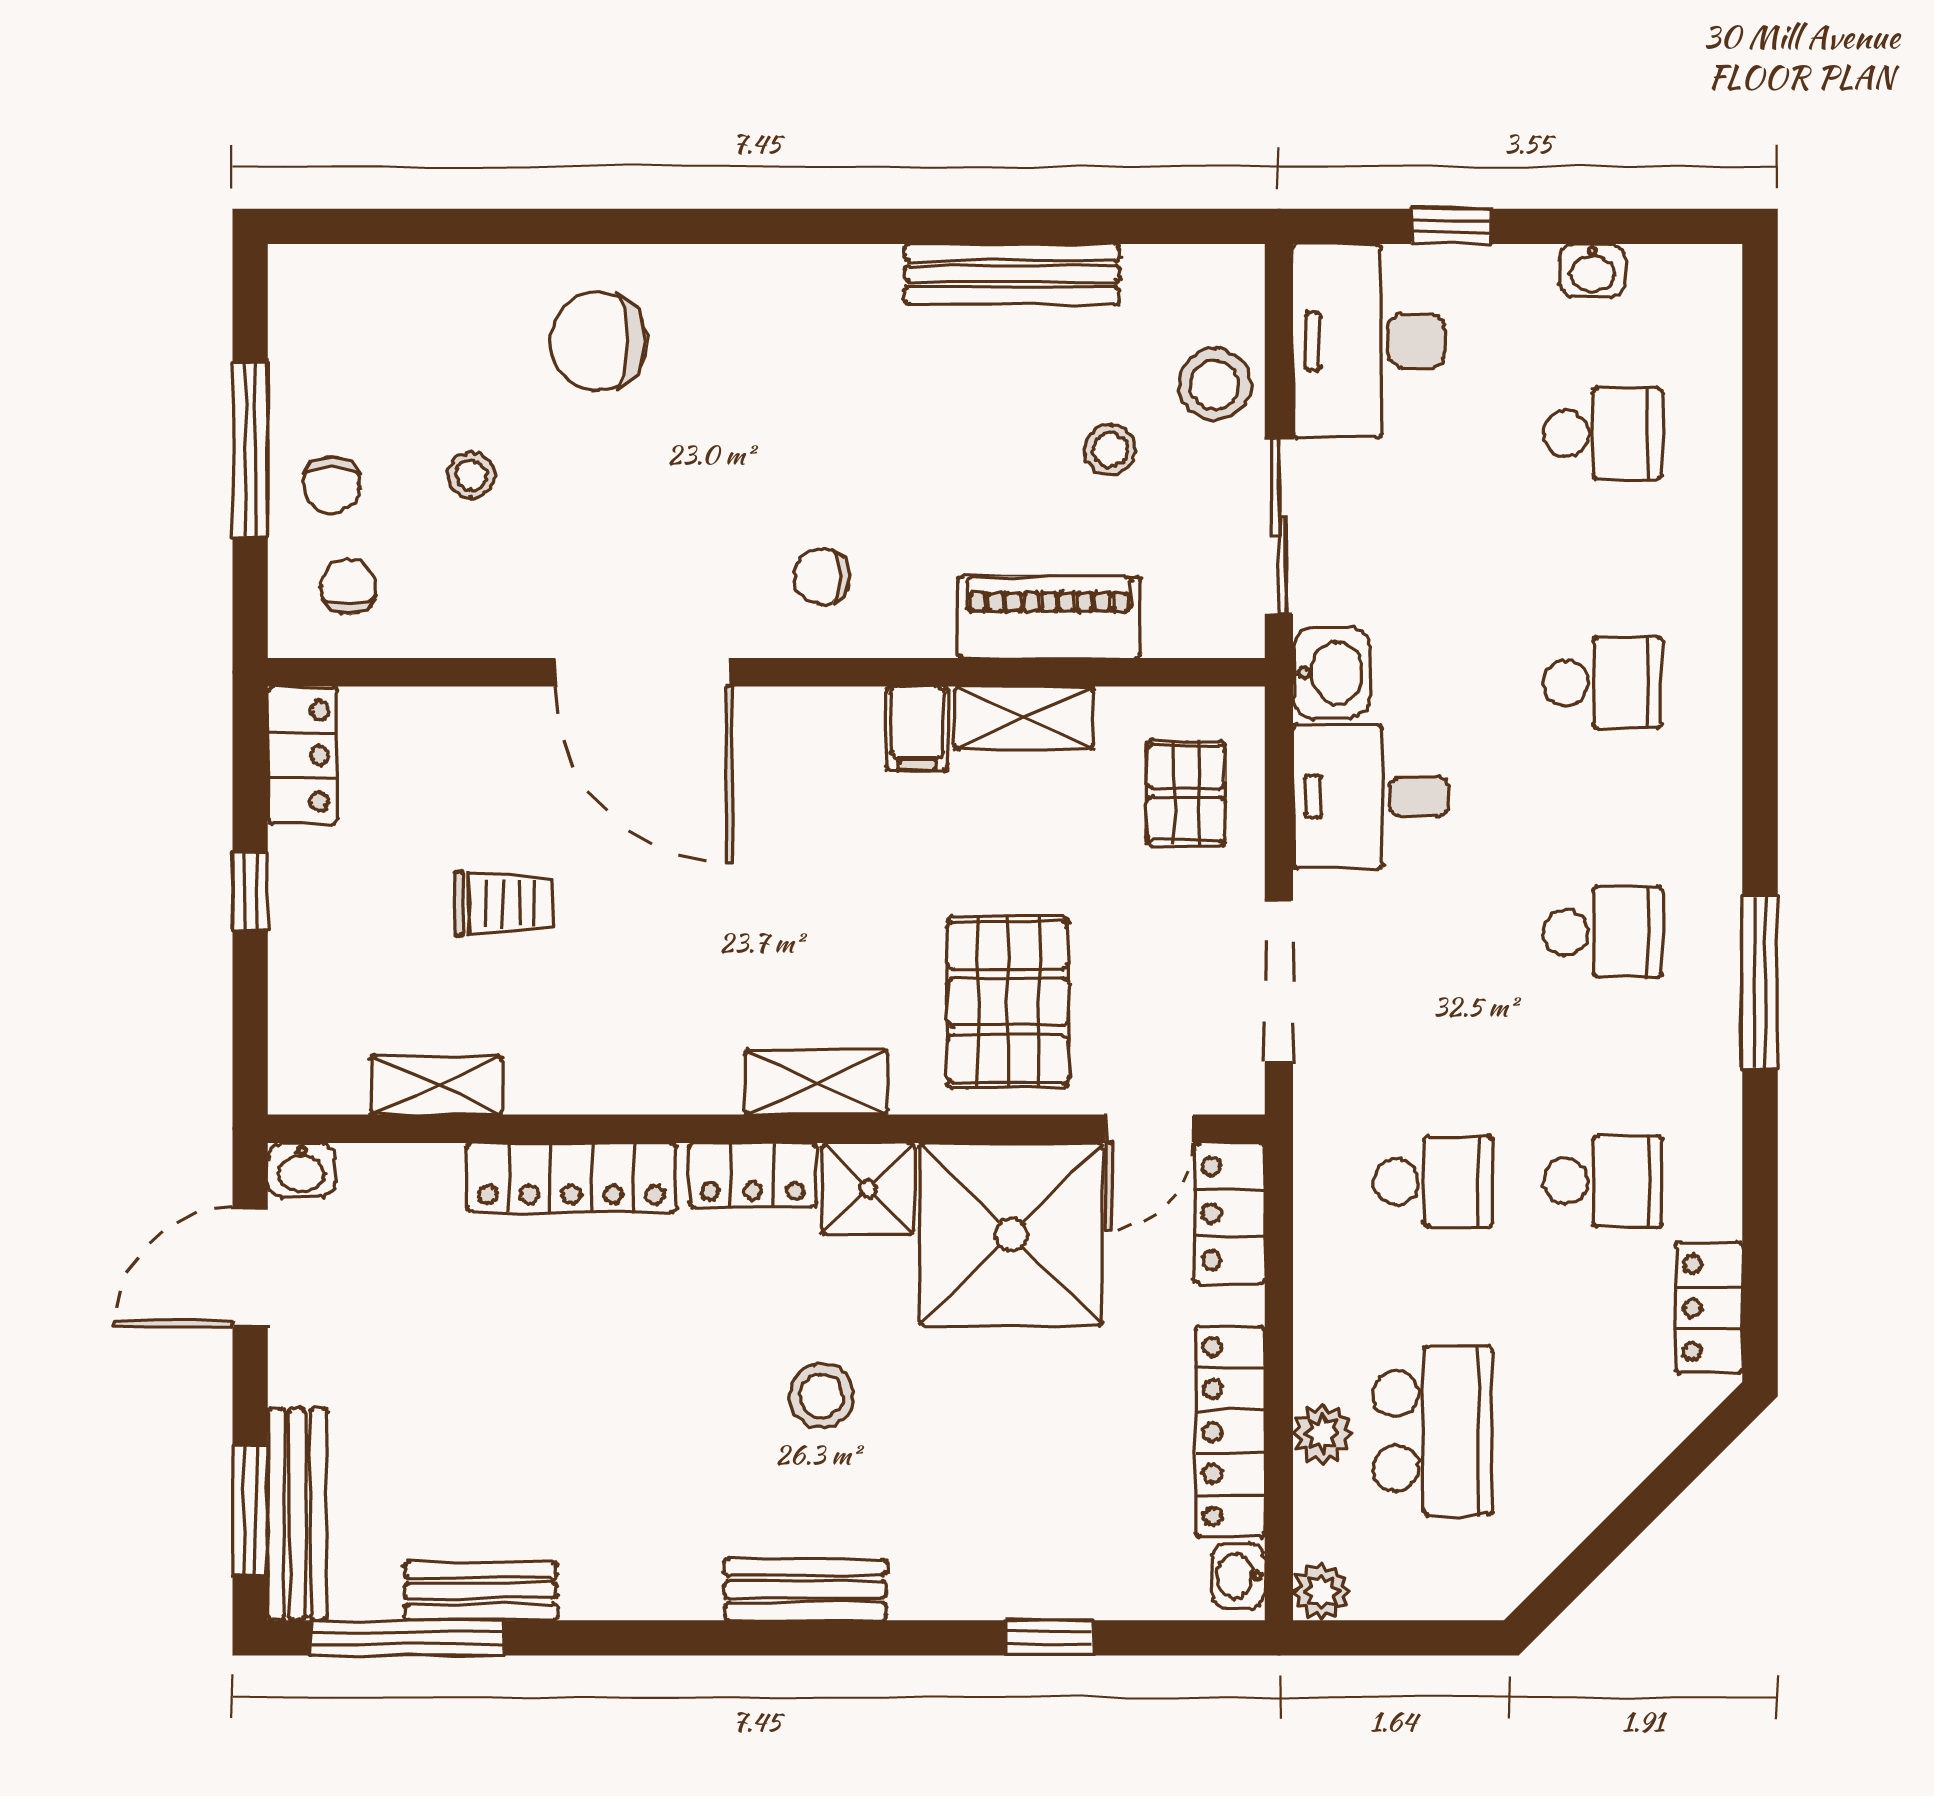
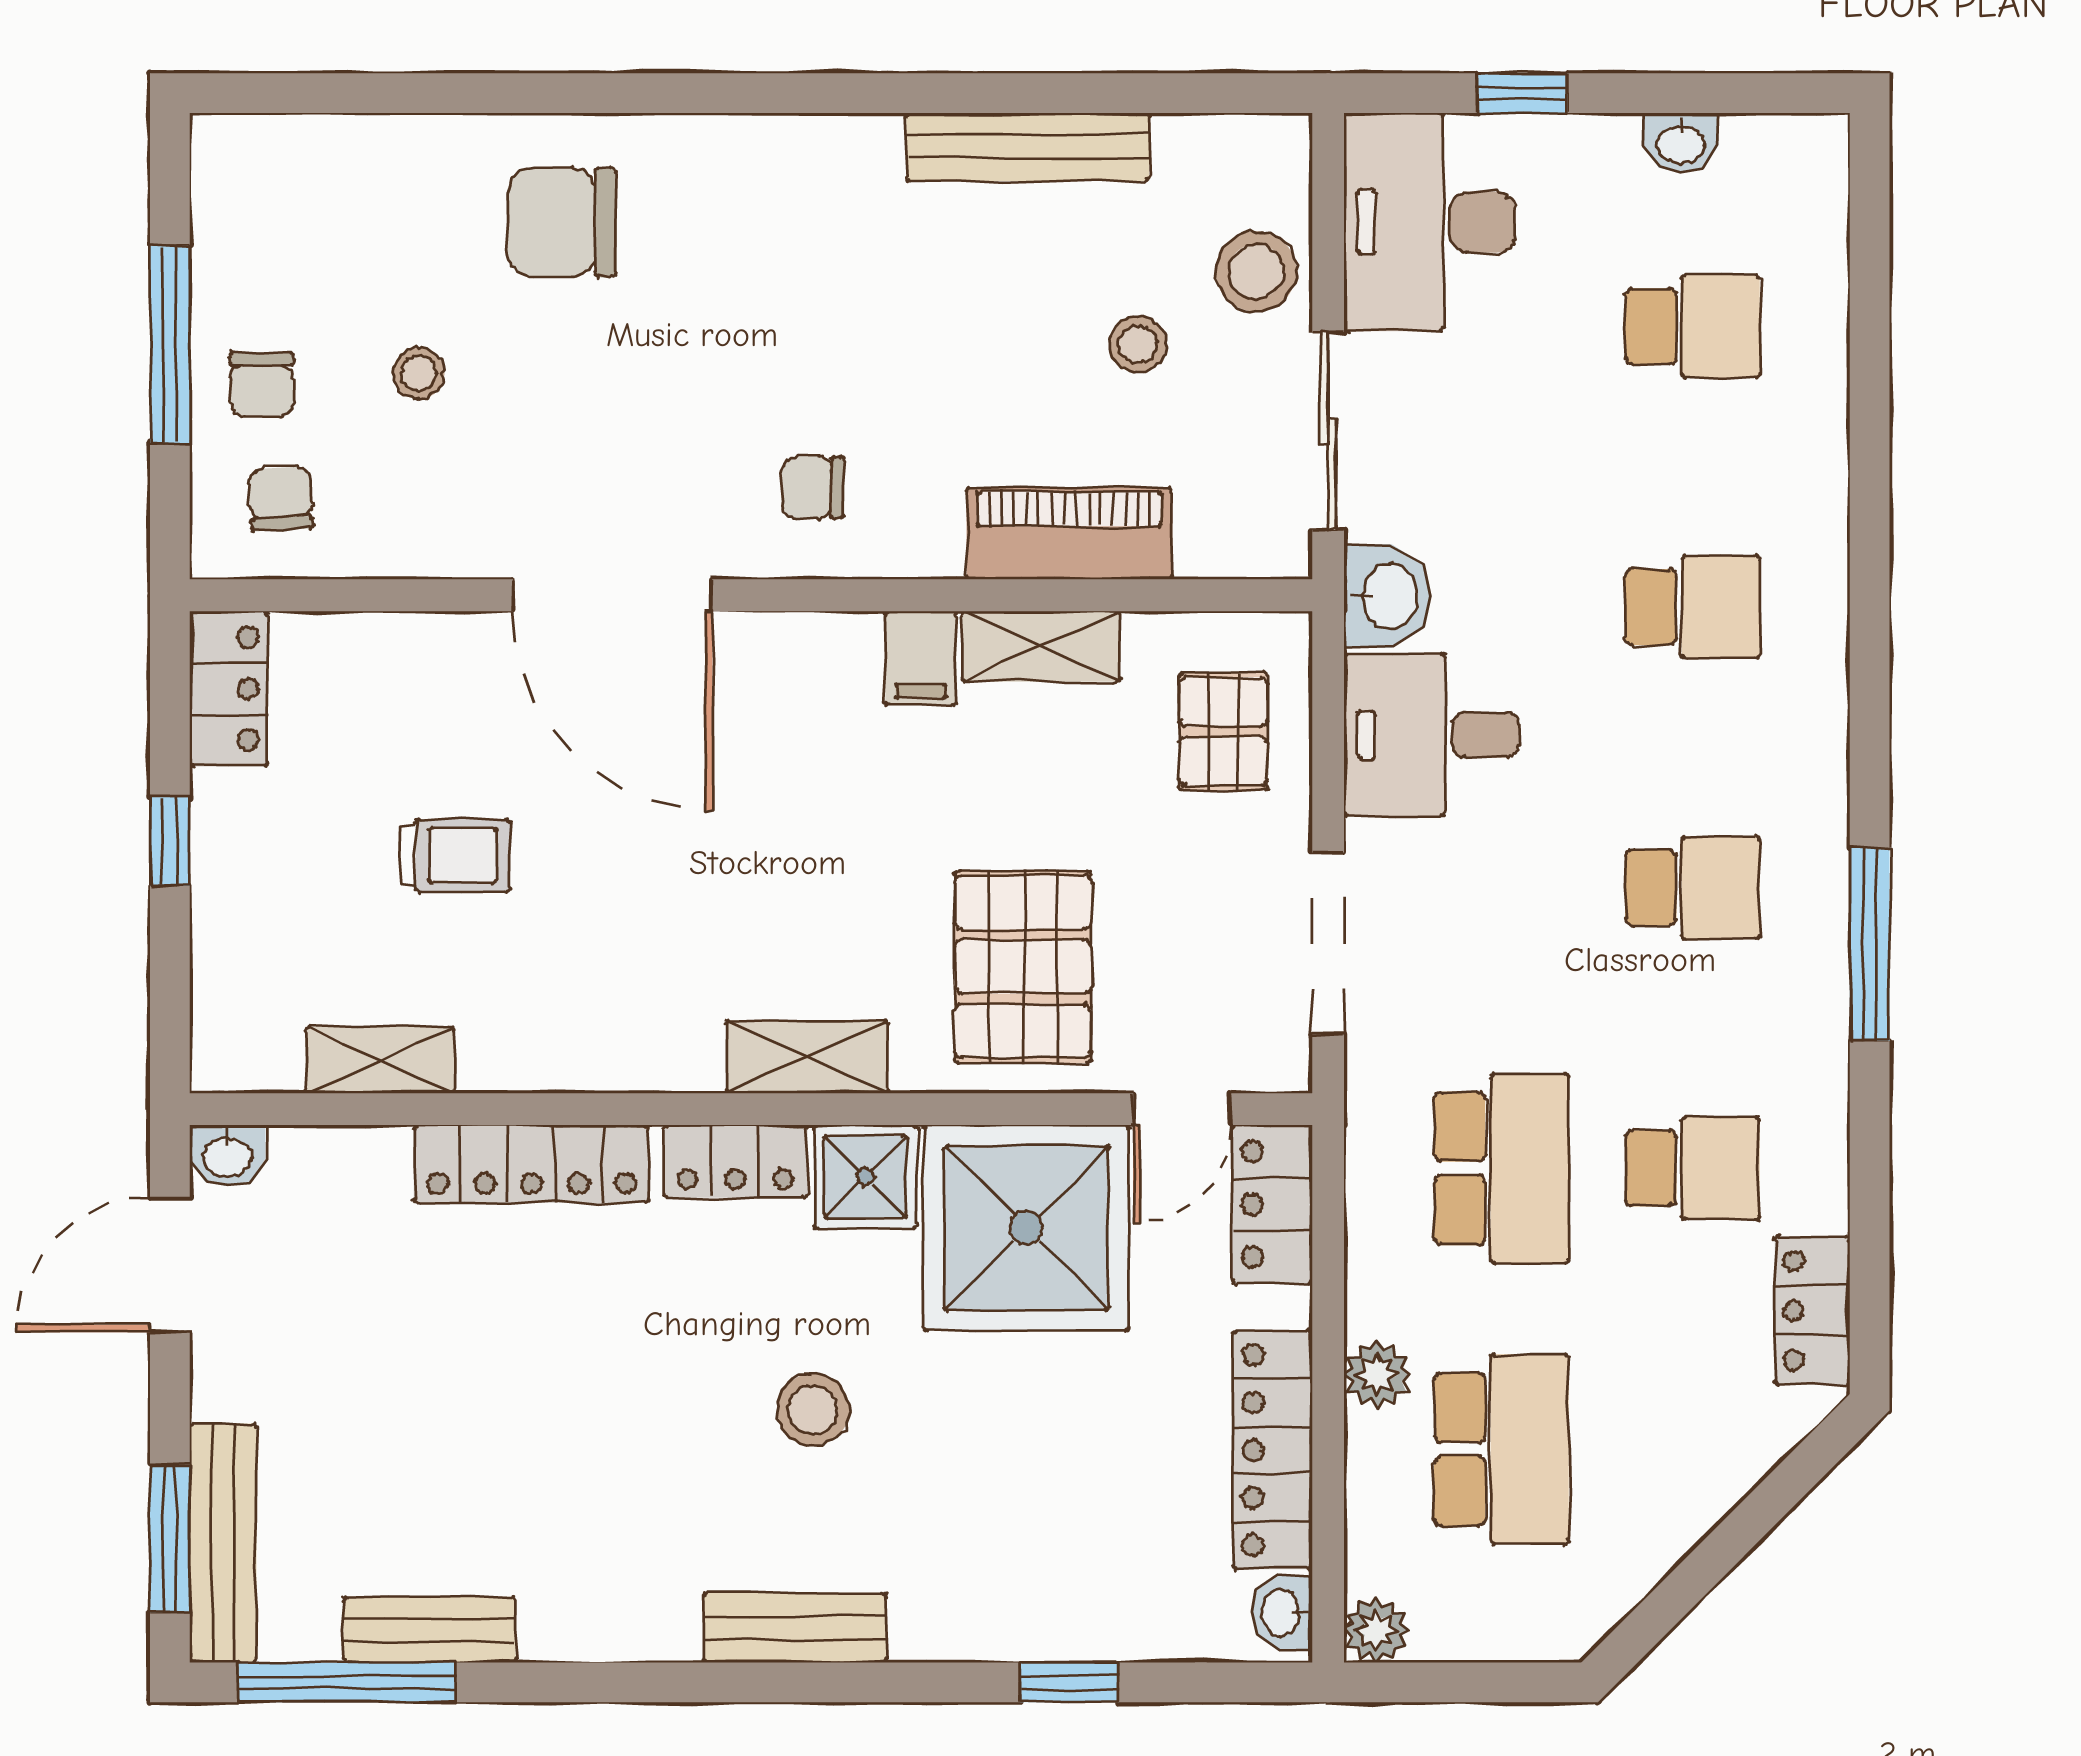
school desk: (1433, 1181) -> (1501, 1168), width x1.85
plant: (1323, 1434) -> (1377, 1375), moved

